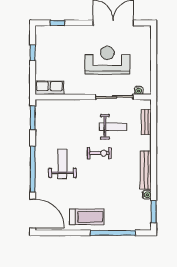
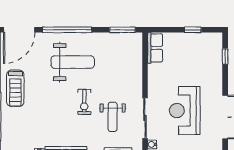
reception desk: (107, 60) -> (185, 111), turned 180
weight bench: (62, 164) -> (73, 62), width x1.36, depth x1.33

